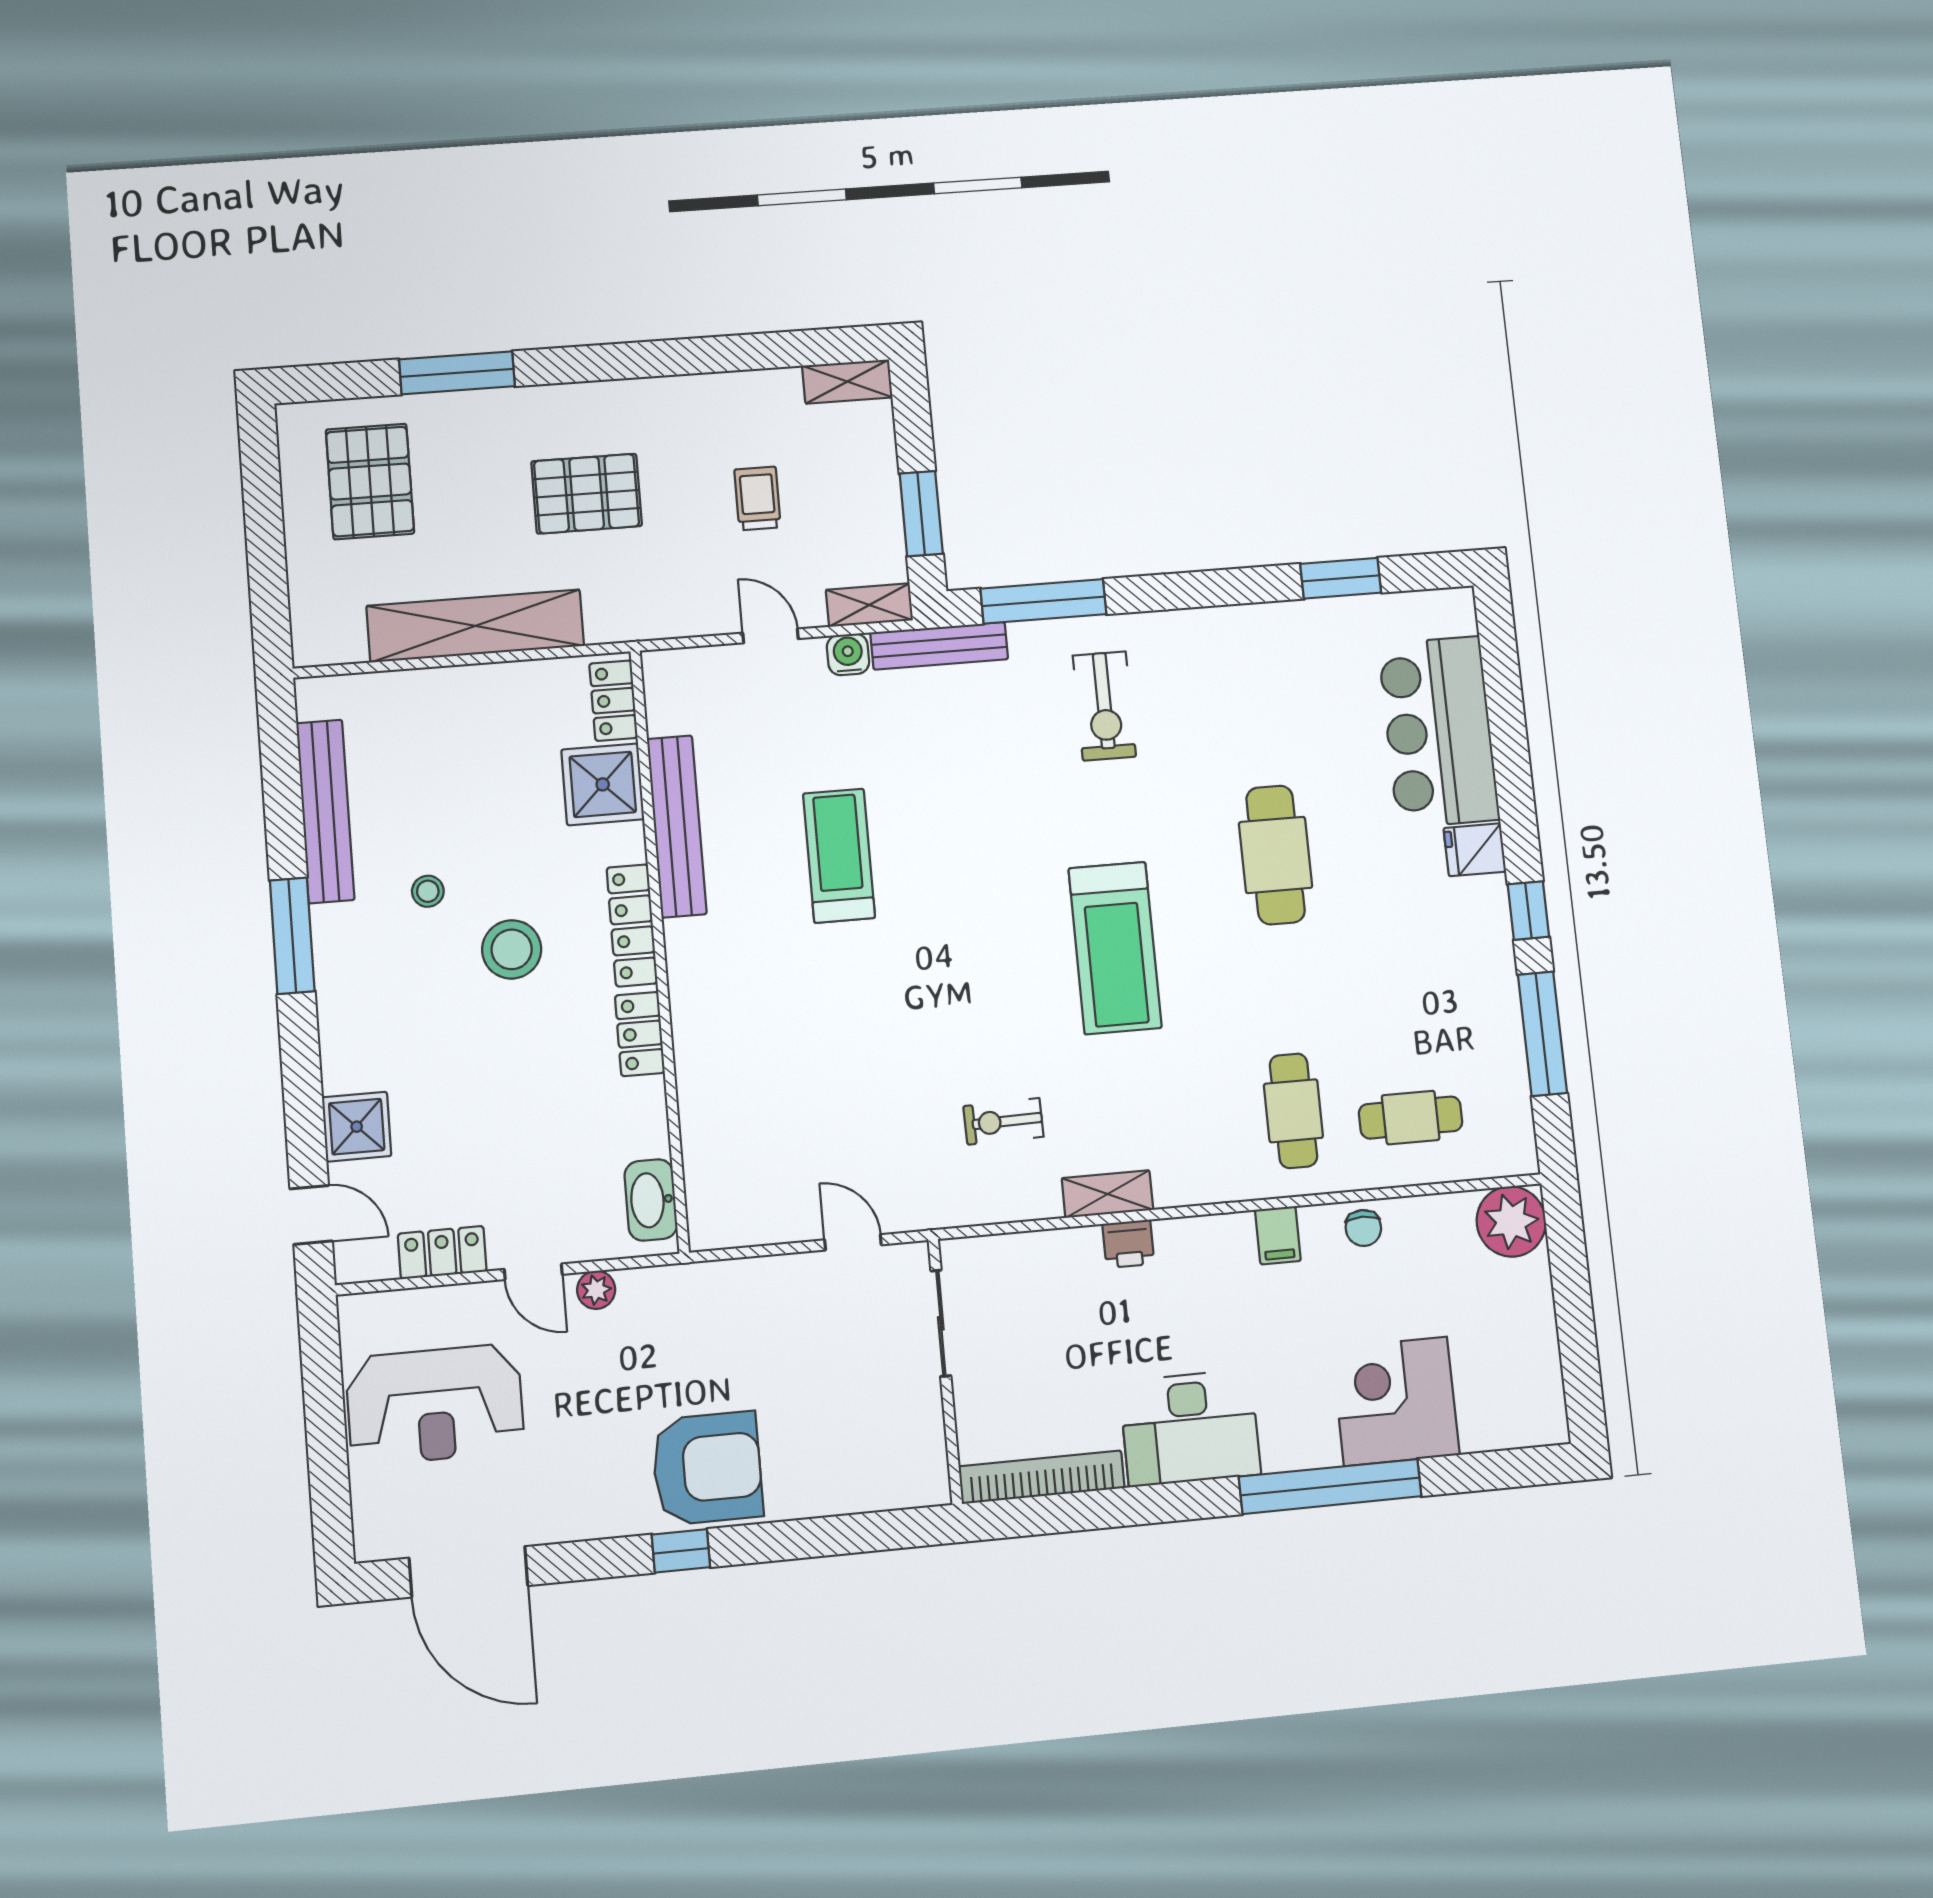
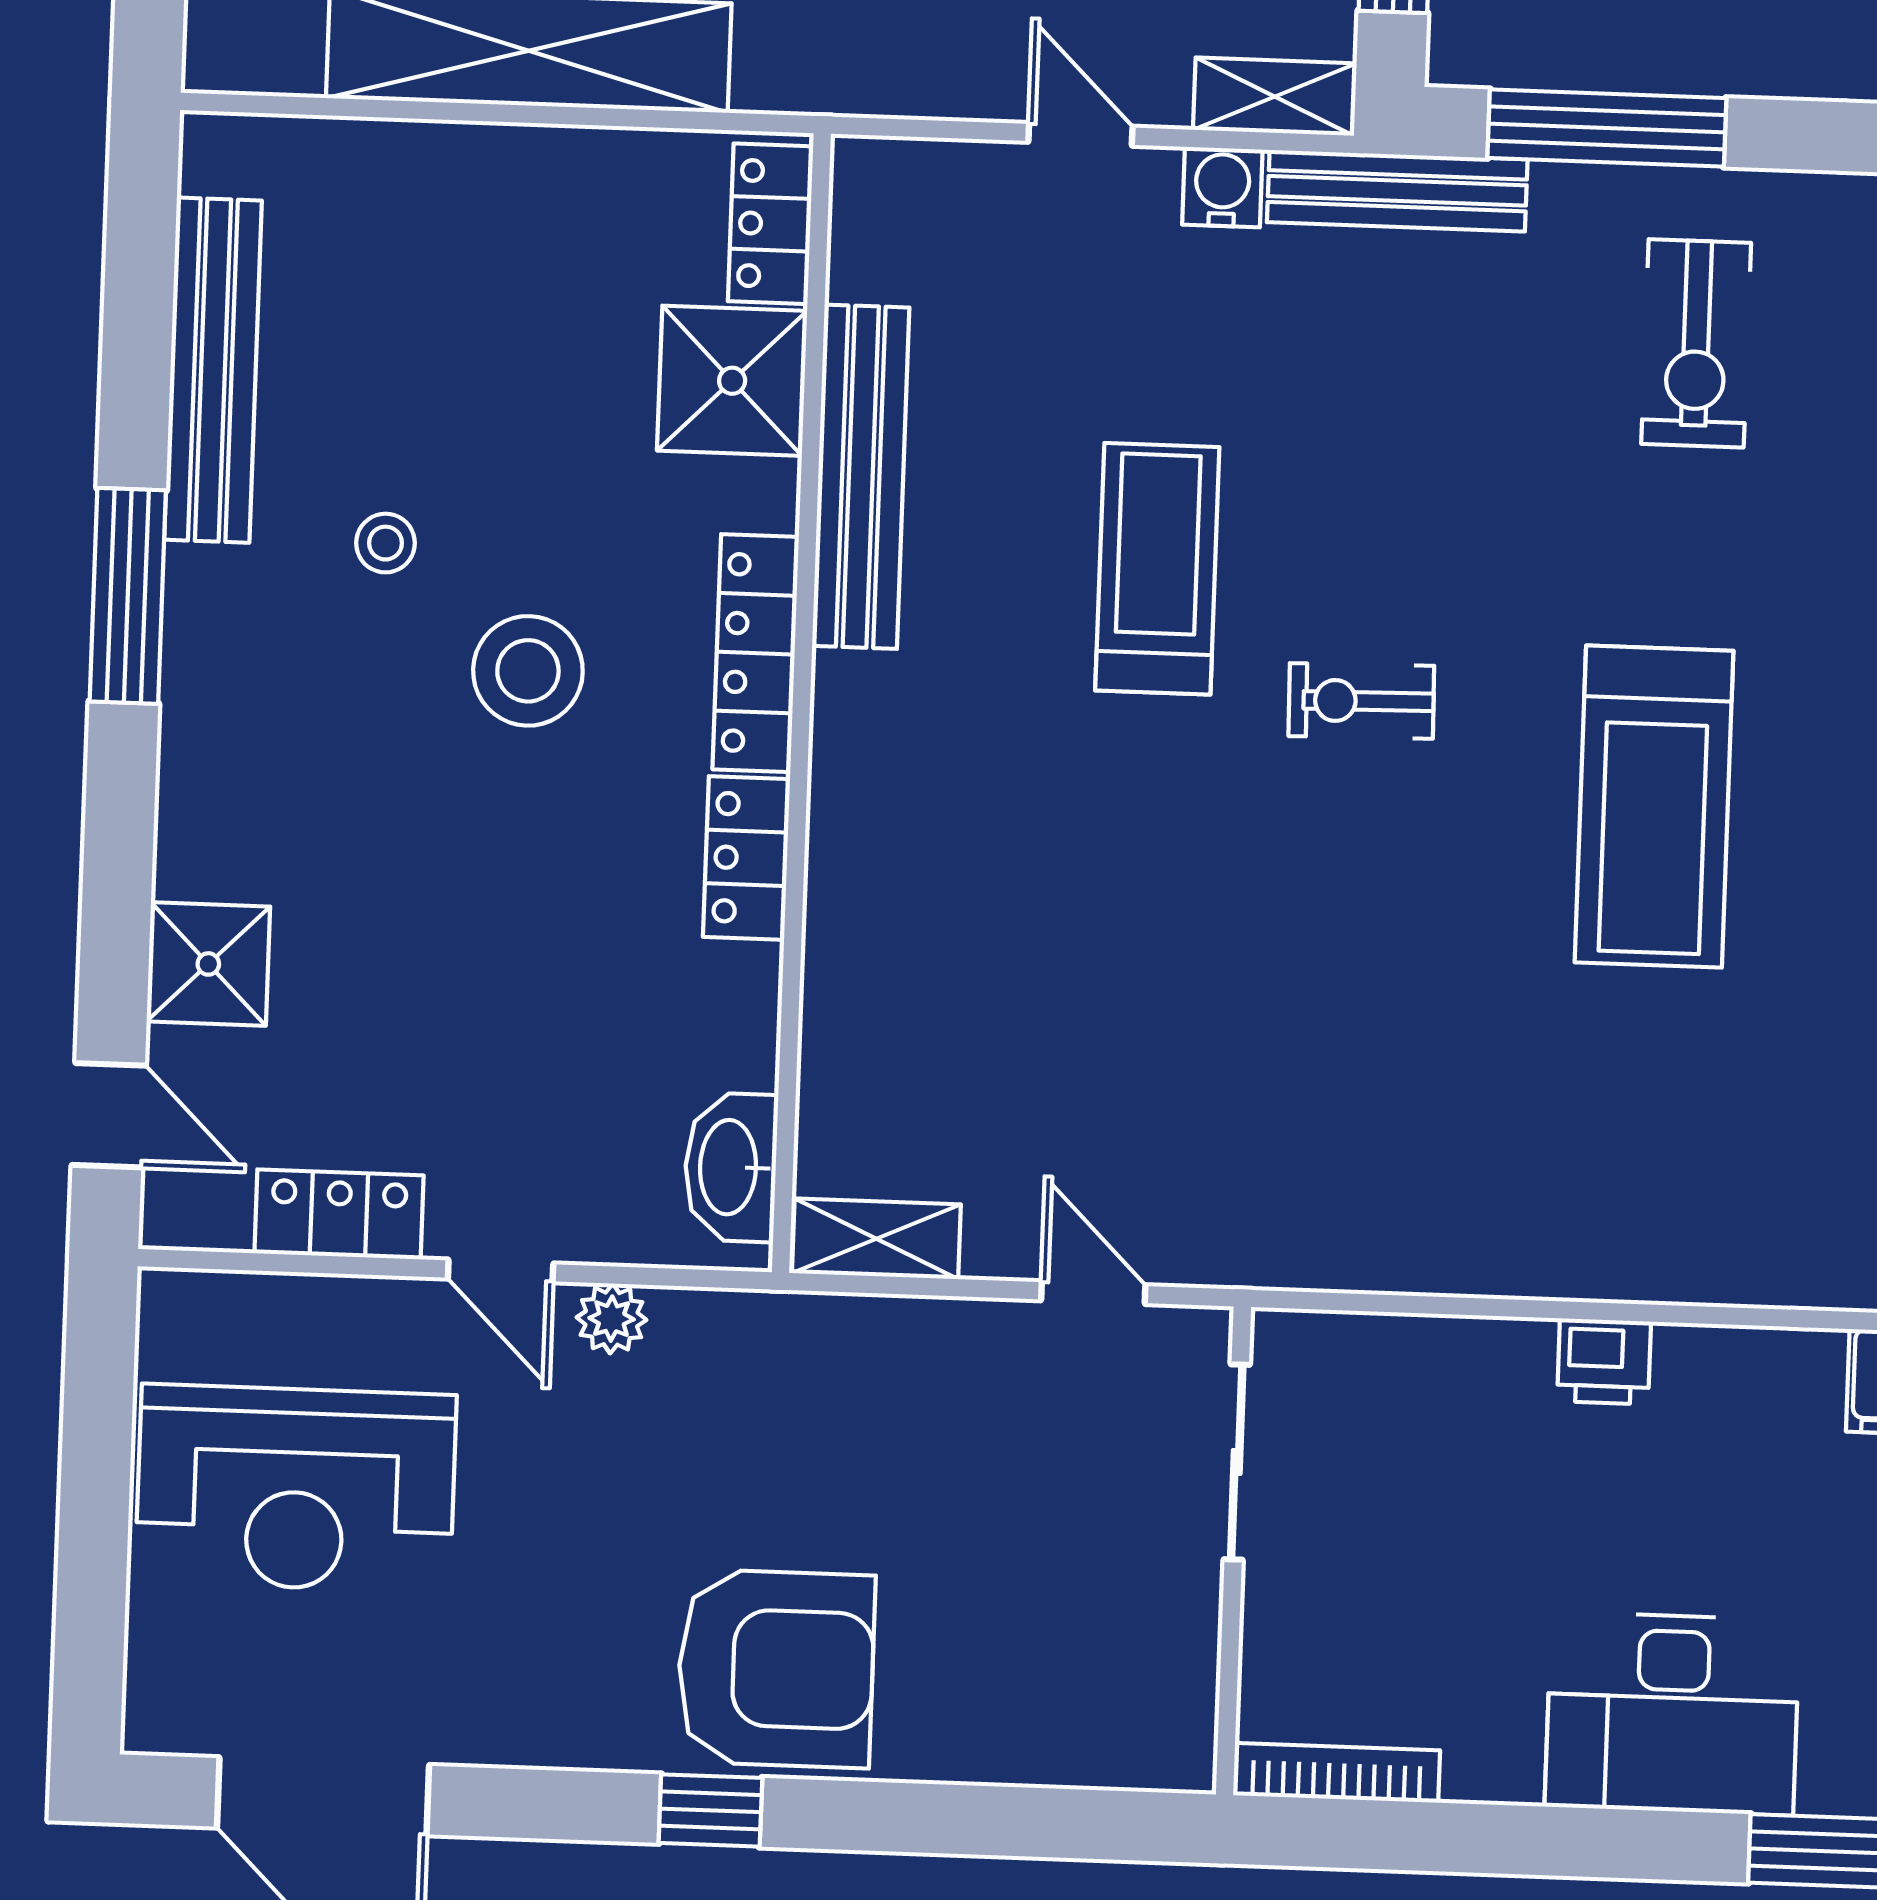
exercise bike: (1003, 1121) -> (1361, 701), moved
shelving: (1107, 1194) -> (876, 1239), moved
bookcase: (1042, 1477) -> (1337, 1773), width x0.68, depth x0.76

